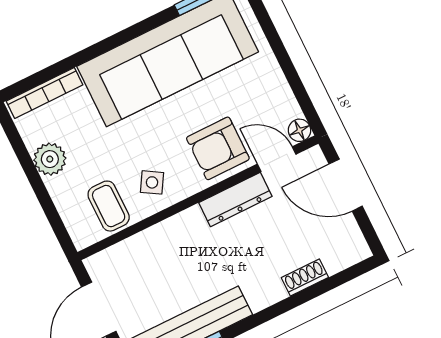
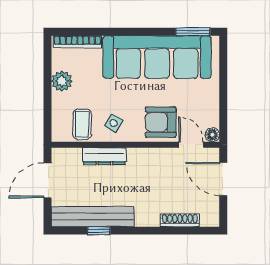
dresser: (235, 200) -> (104, 156), moved
shoe rack: (305, 278) -> (180, 220), width x1.43

